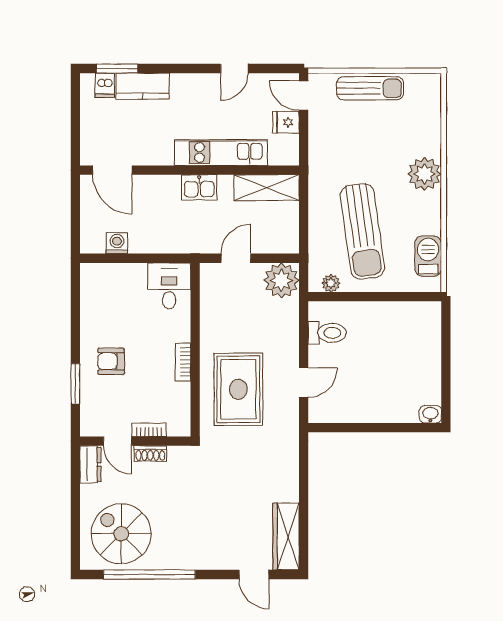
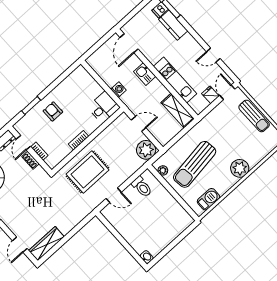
kitchen sink: (199, 187) -> (145, 74), moved
washing machine: (117, 243) -> (118, 90), moved

